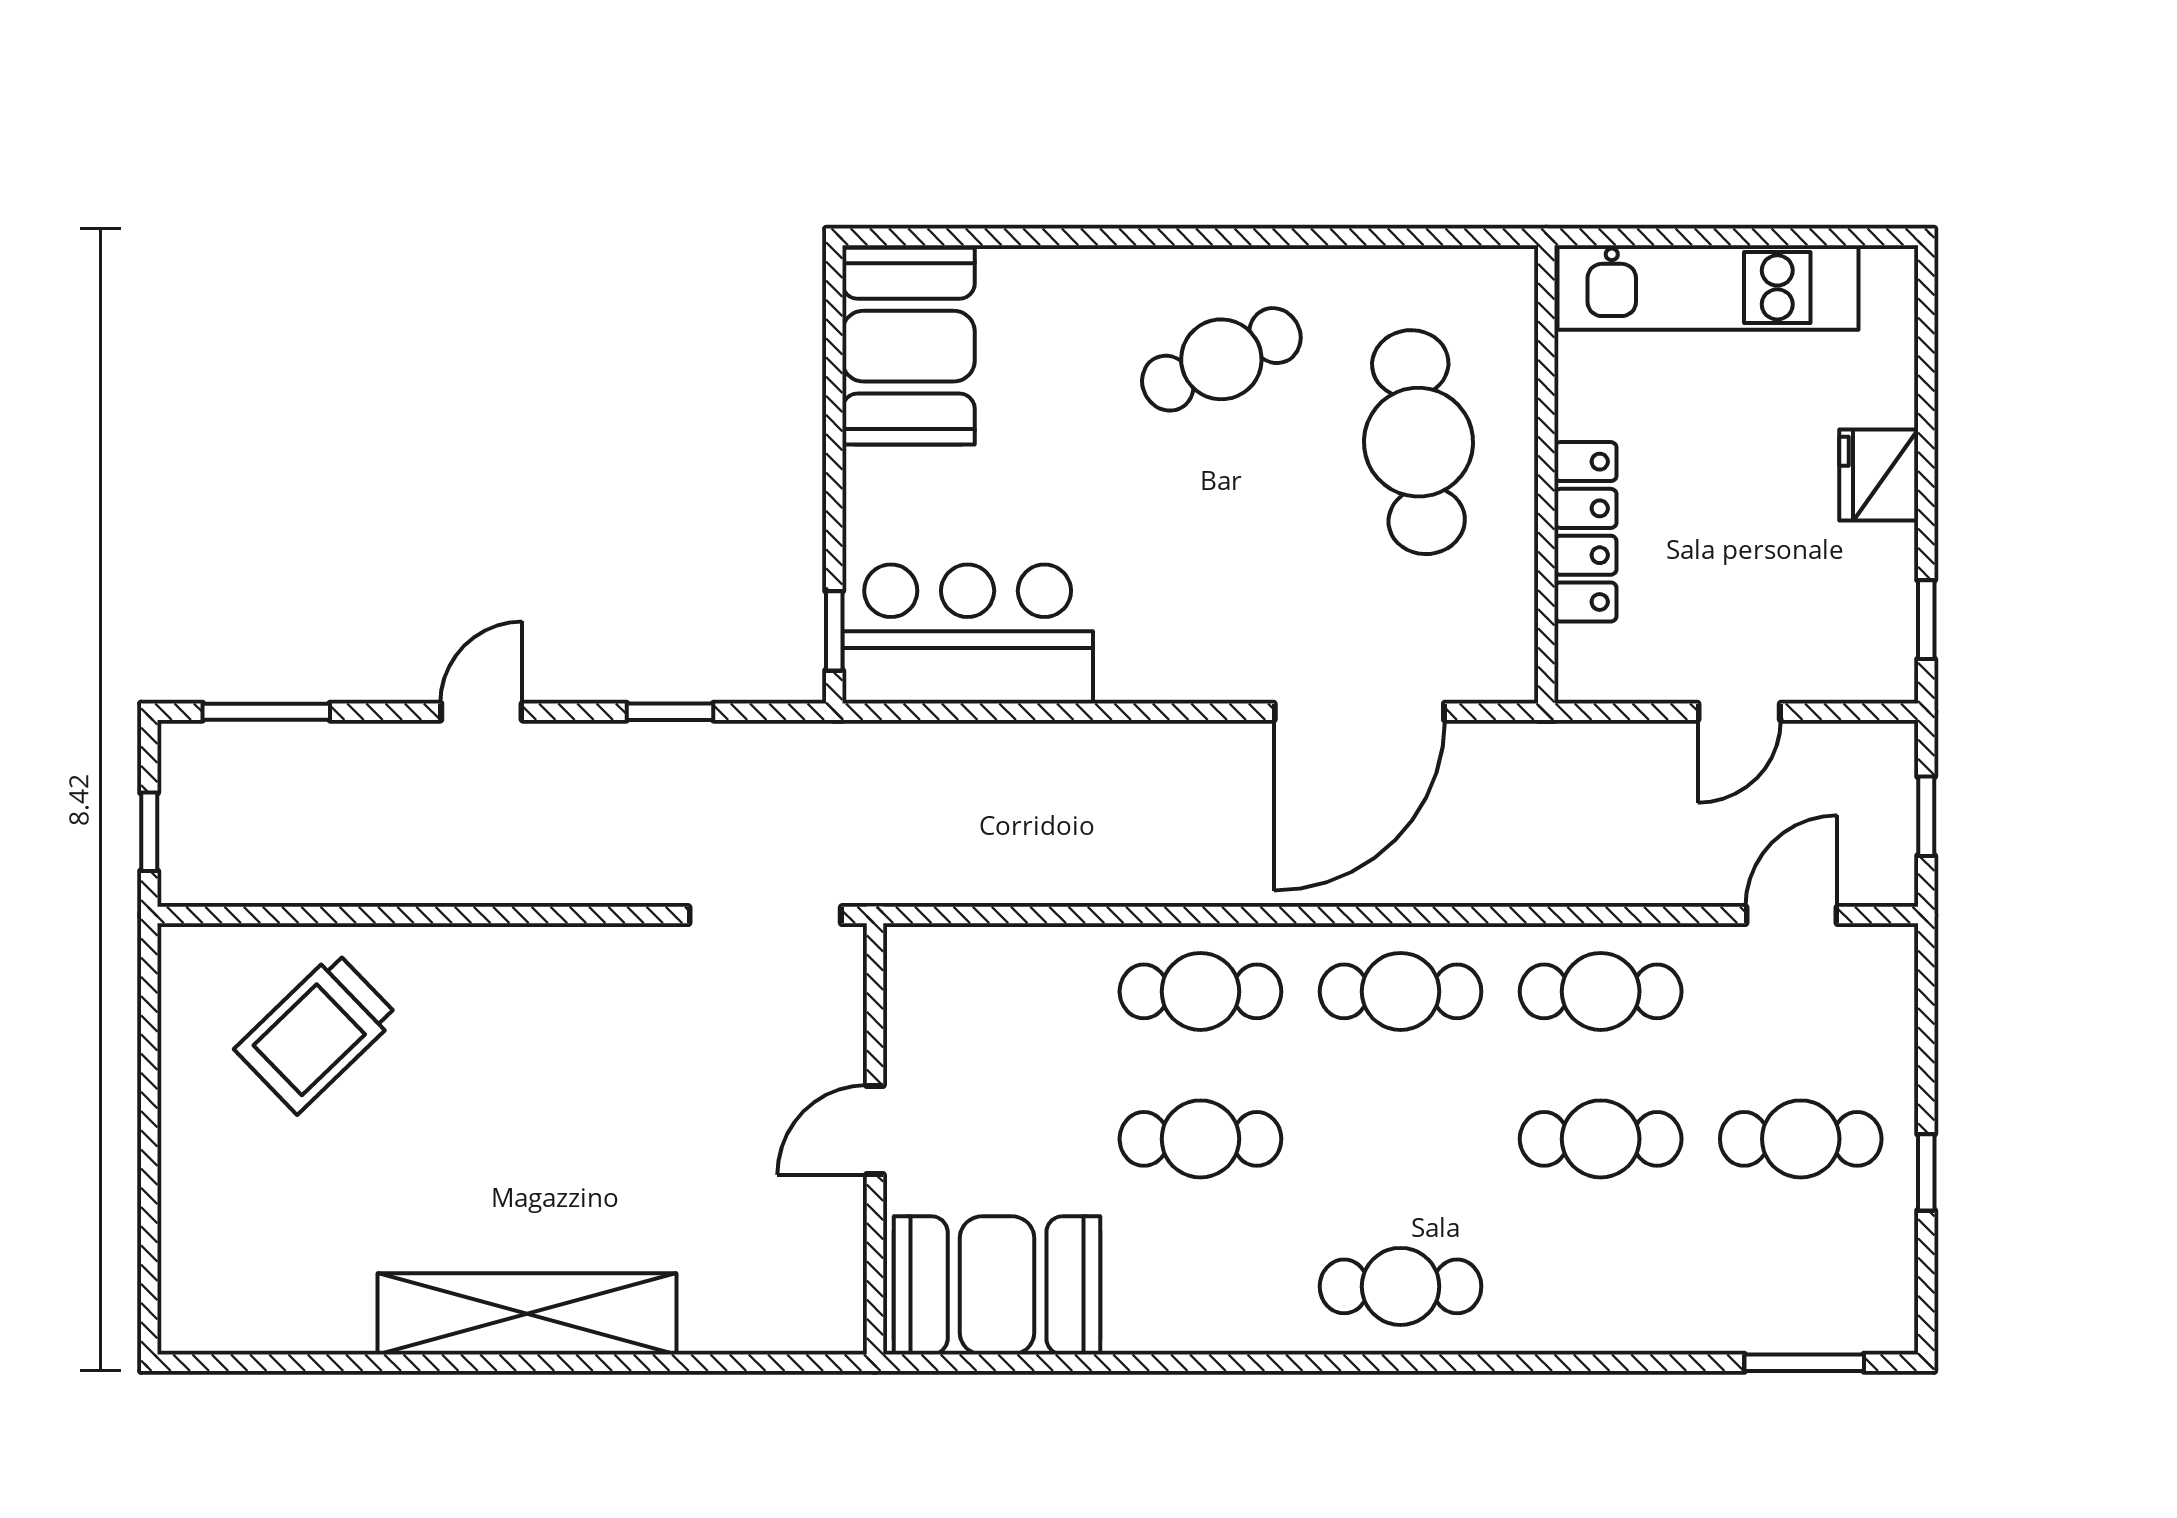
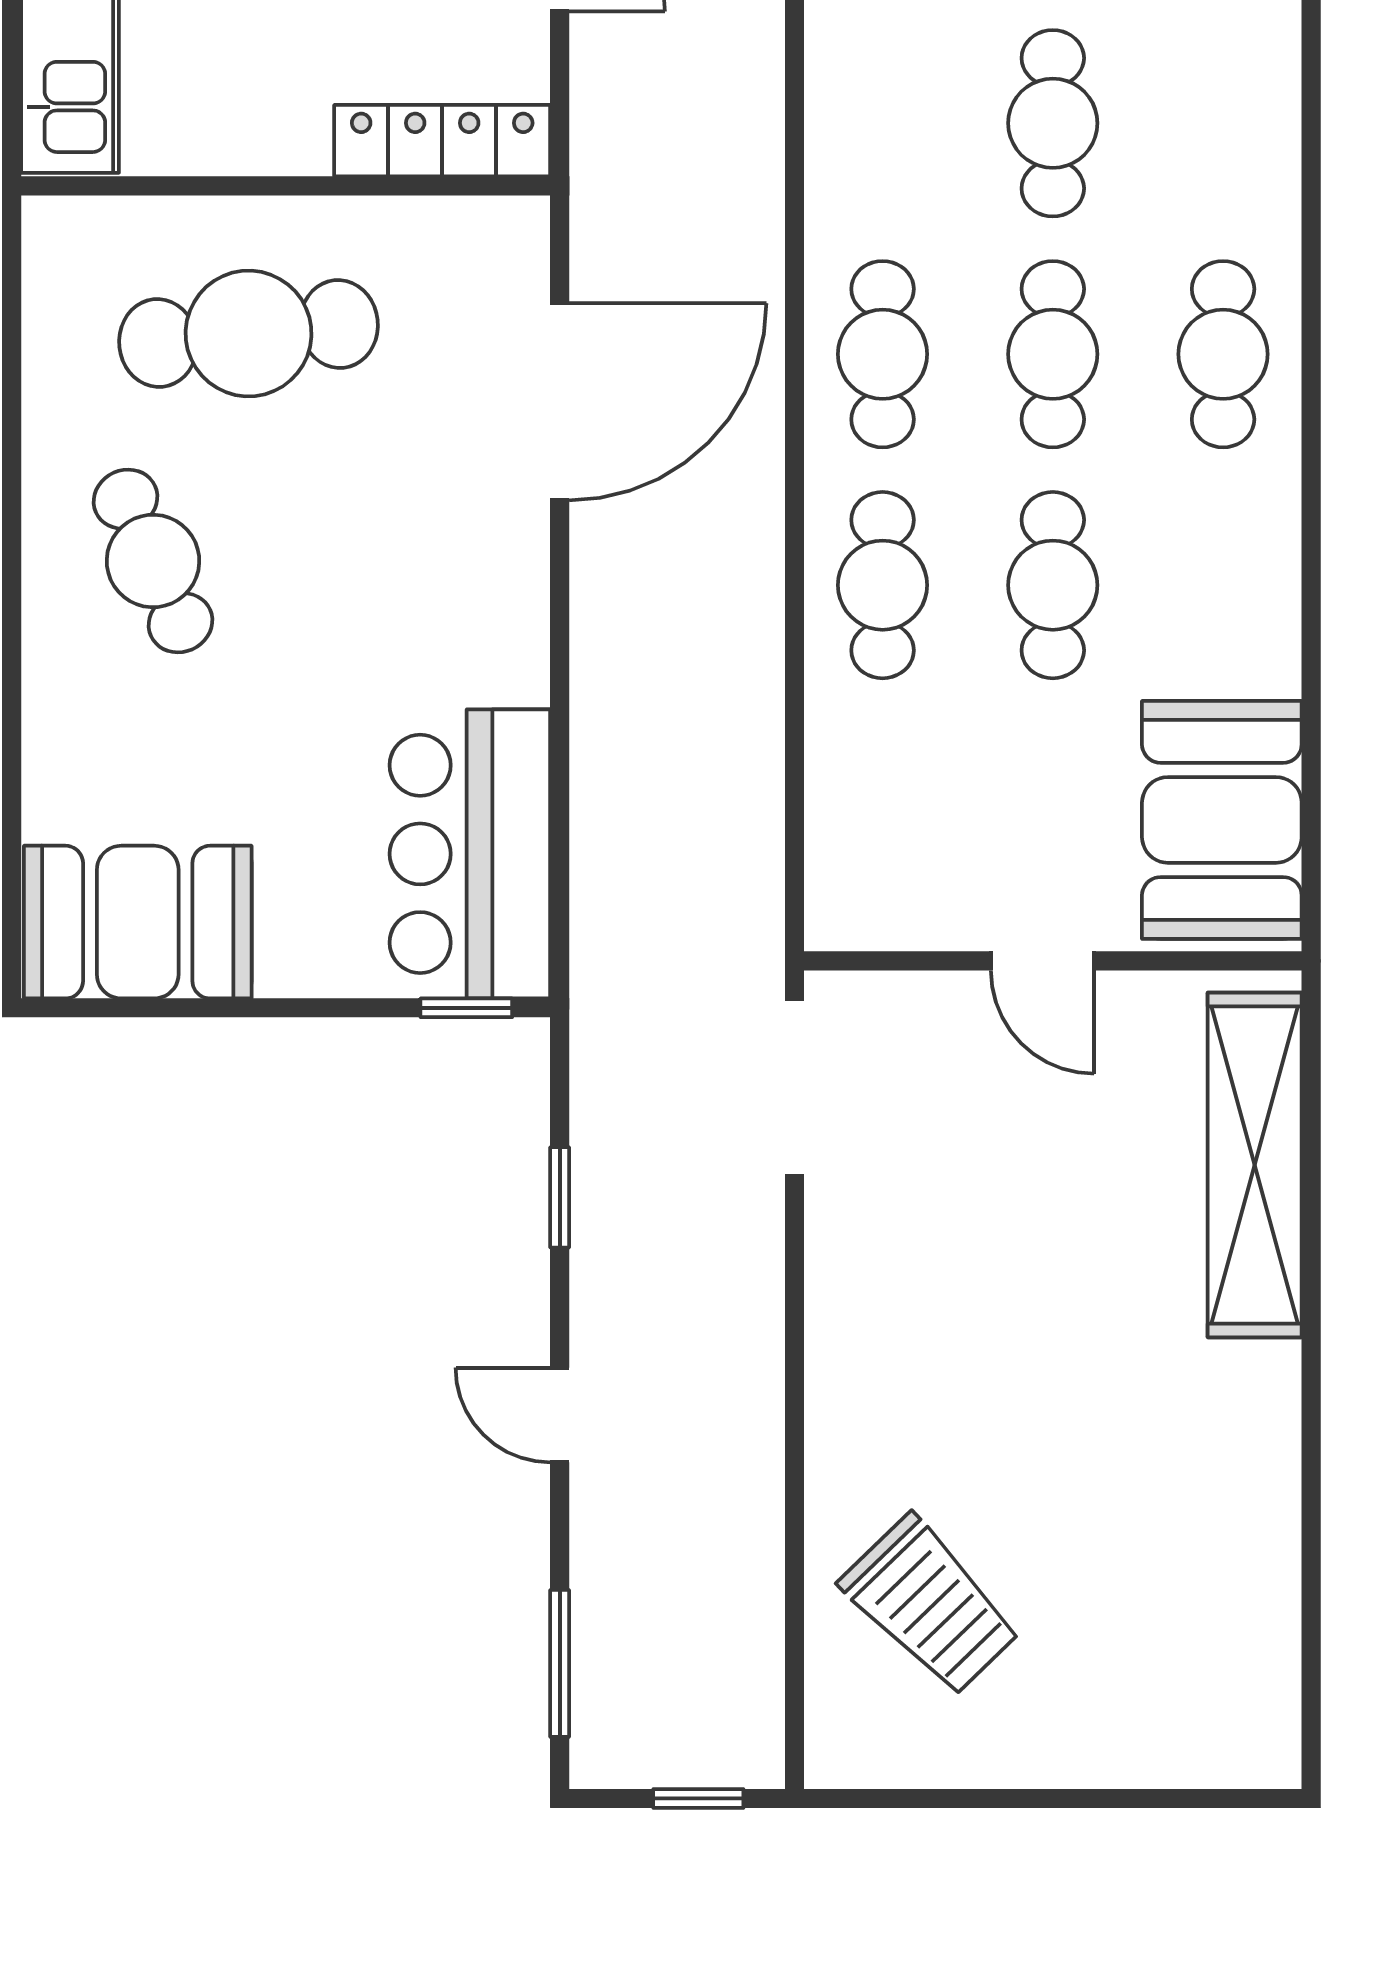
locker: (1585, 532) -> (442, 141), moved
door: (1359, 712) -> (560, 402), hinge flipped
cafe table: (1601, 991) -> (1053, 354), moved
shelving: (527, 1314) -> (1255, 1165), moved

